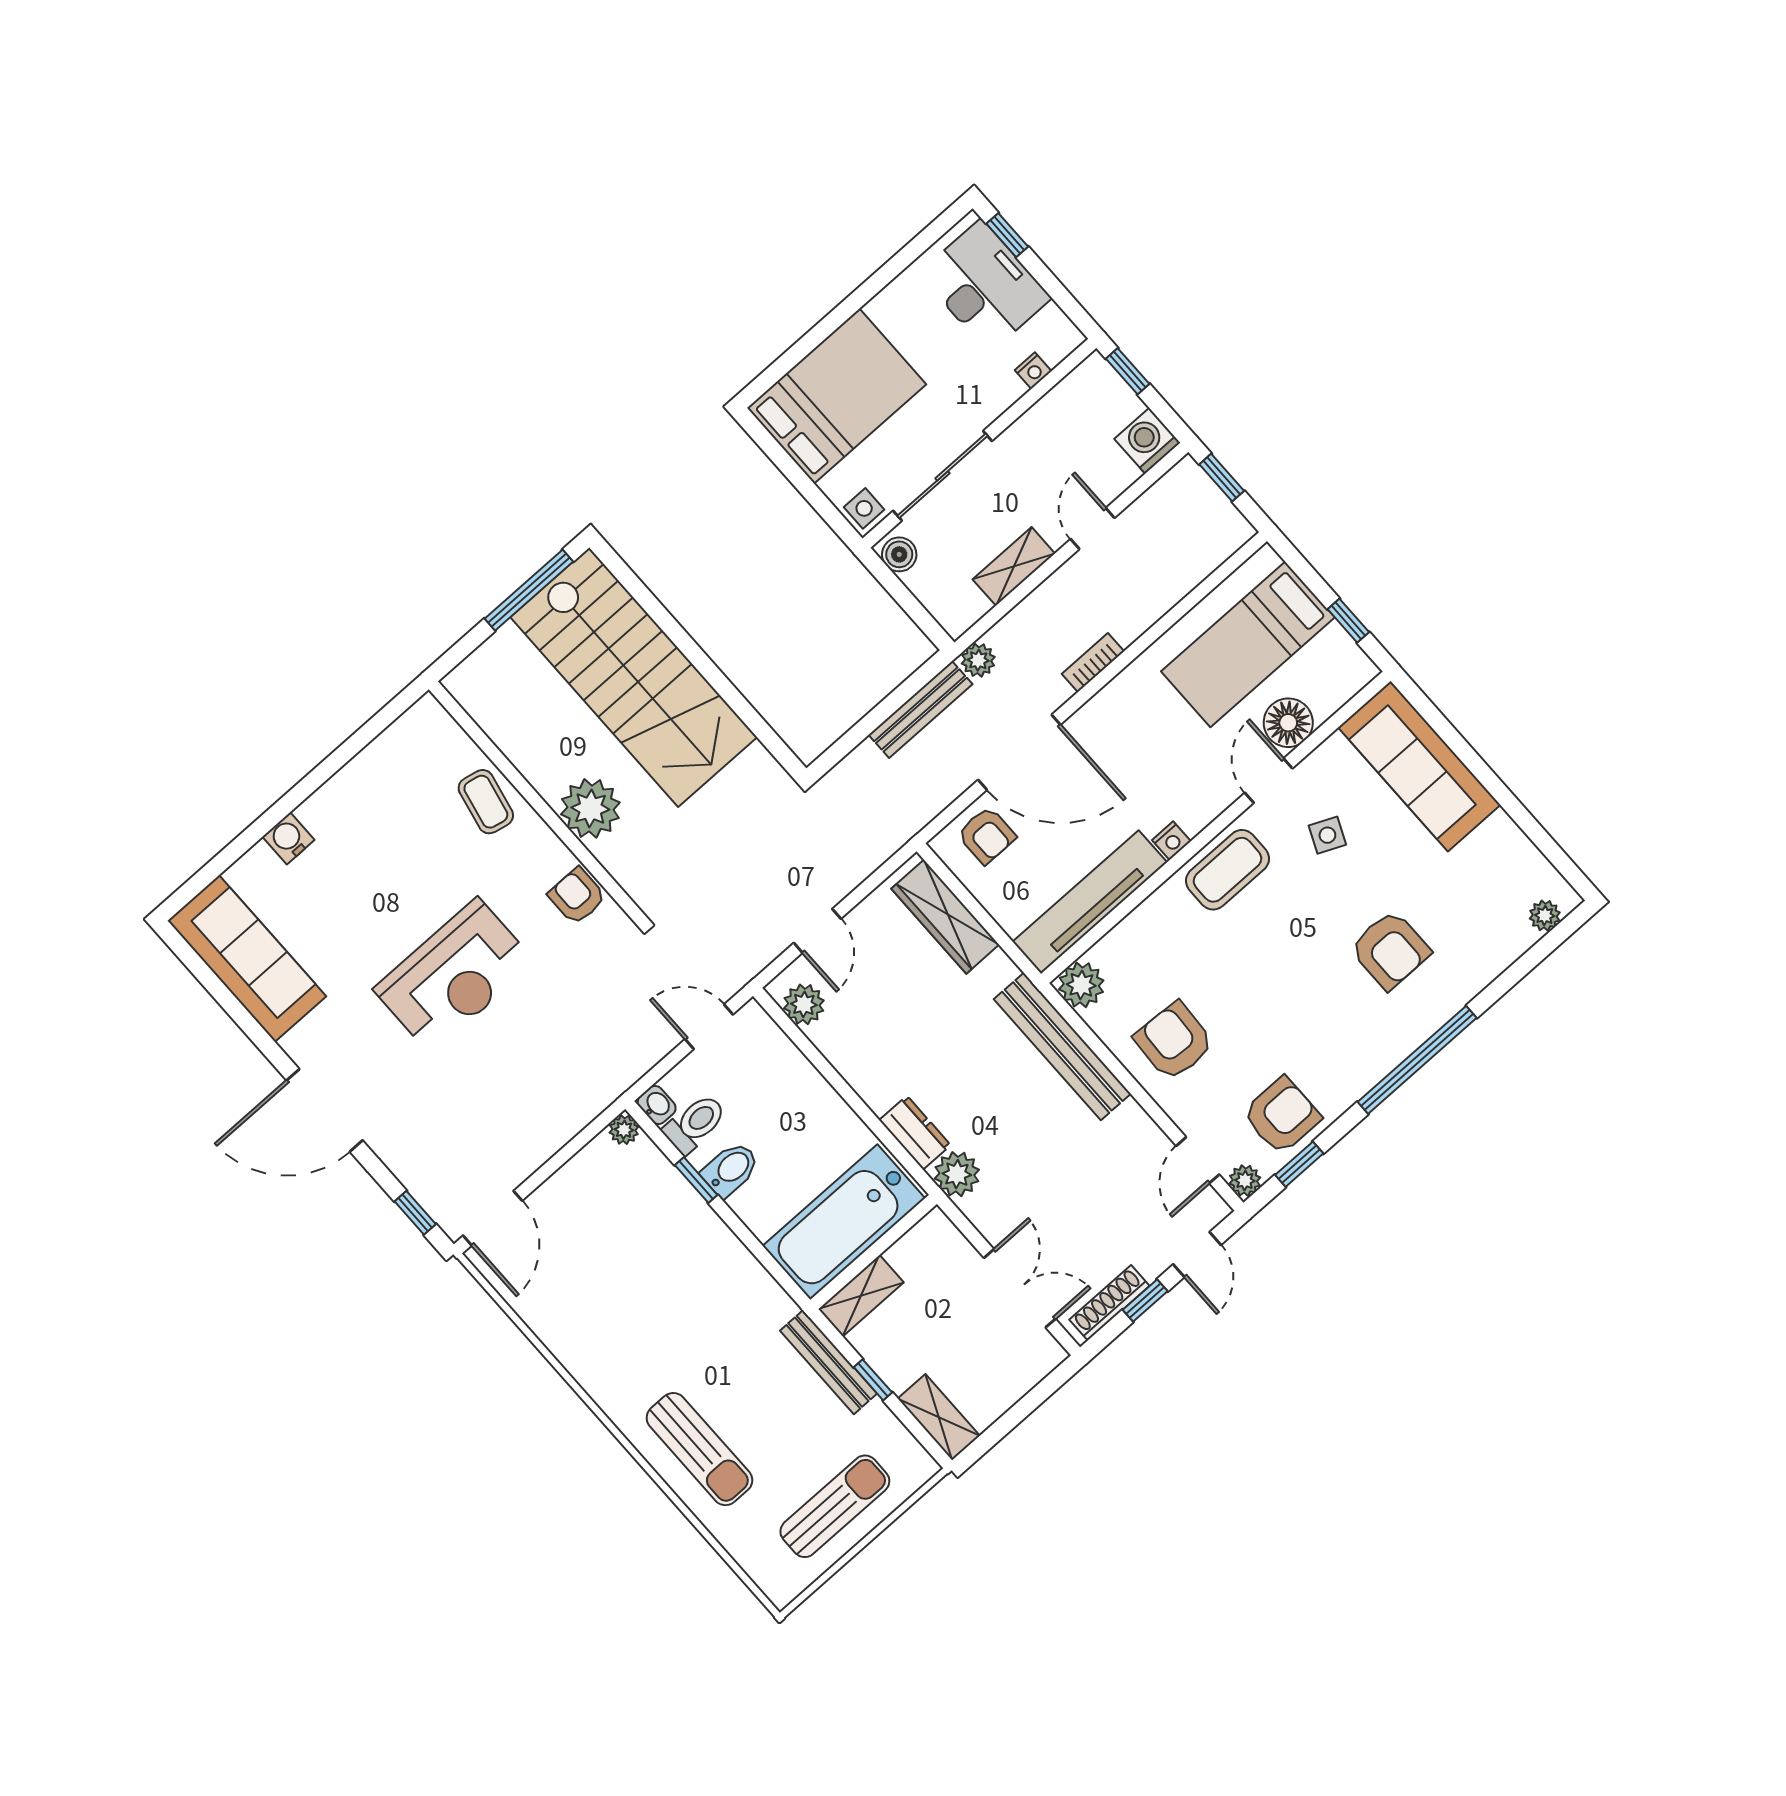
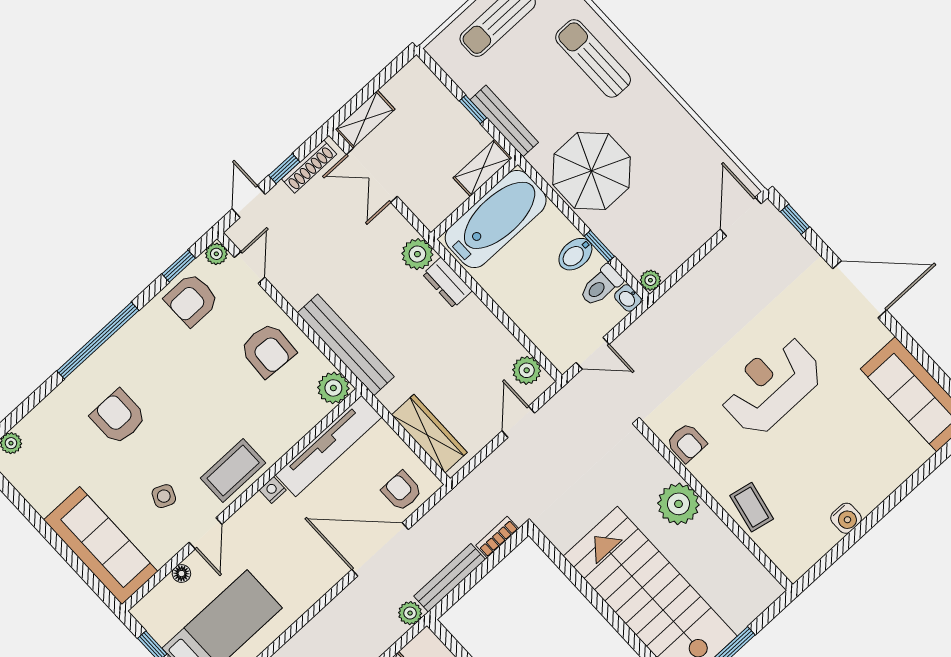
bookcase: (1093, 663) -> (497, 537), moved, turned 180
floor lamp: (1288, 723) -> (181, 574), width x0.53, depth x0.53
water cooler: (288, 838) -> (846, 518), moved
parasol: (705, 1288) -> (591, 171), added
shelving: (939, 1417) -> (365, 119), moved, turned 90

